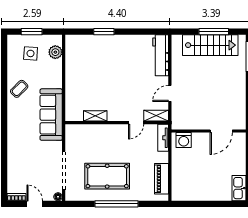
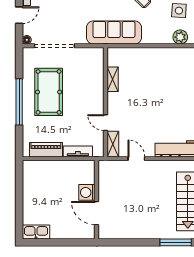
tv unit: (163, 138) -> (78, 151), moved
washing machine: (184, 140) -> (87, 192), moved

